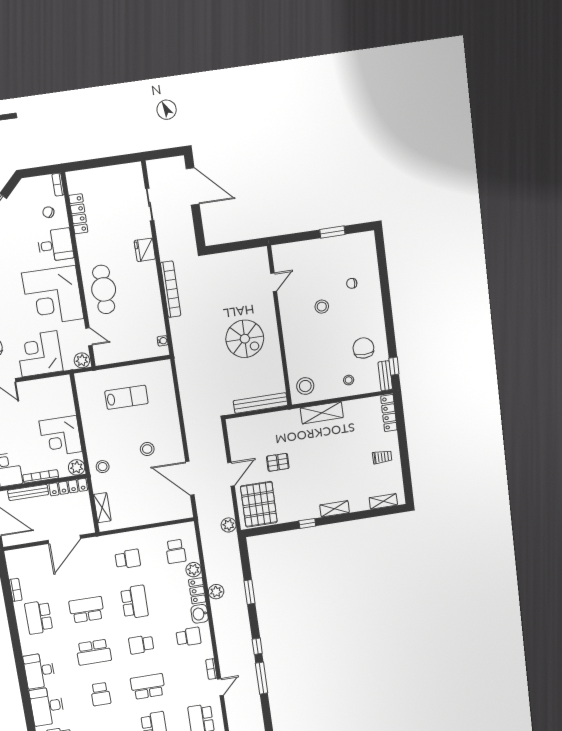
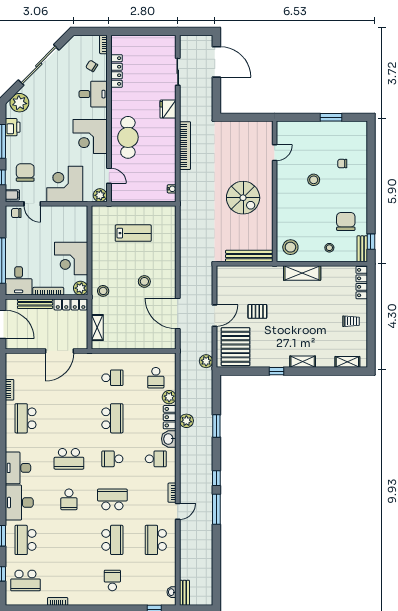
corner desk: (53, 296) -> (90, 136), width x0.74, depth x0.74
school desk: (87, 610) -> (69, 418), removed

